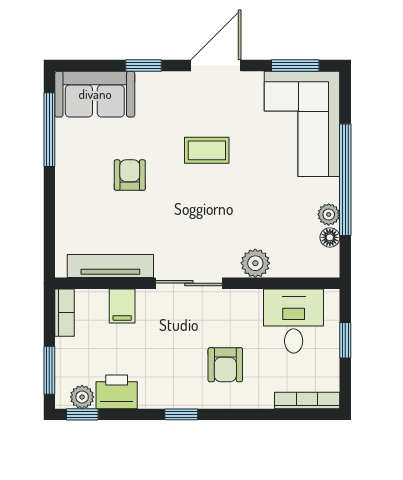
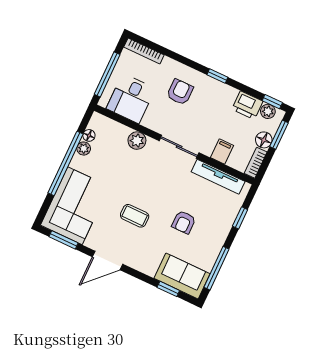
window: (144, 65) -> (168, 289), moved
window: (49, 220) -> (240, 218), added
window: (345, 340) -> (107, 74), width x2.17
floor lamp: (68, 352) -> (264, 140), added

